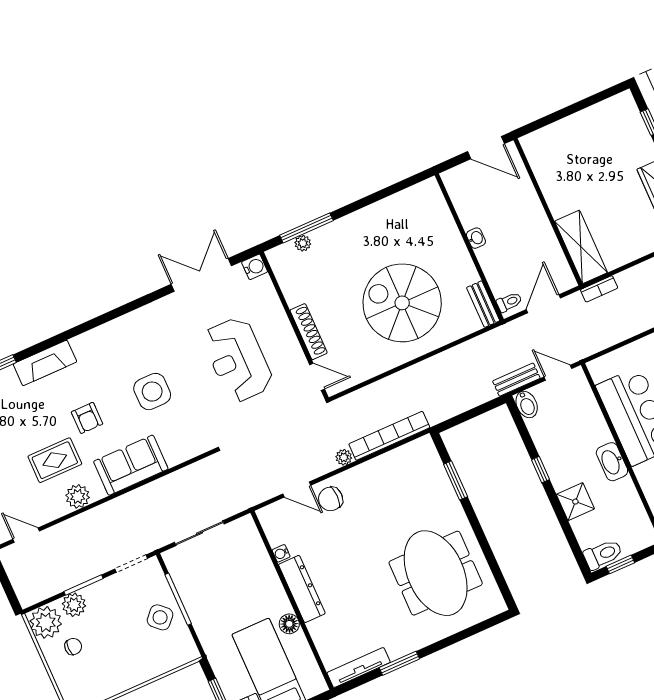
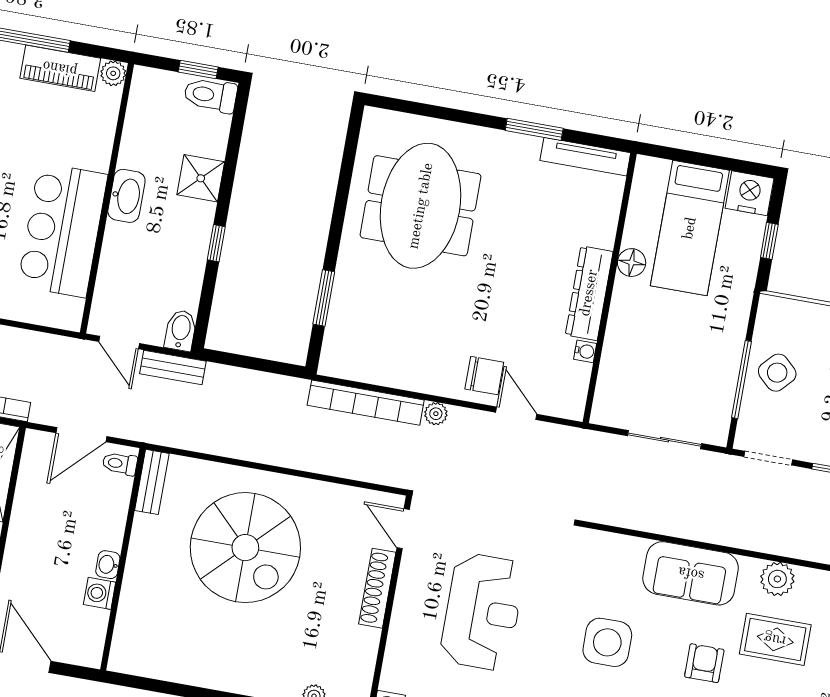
washing machine: (469, 218) -> (100, 593), added

